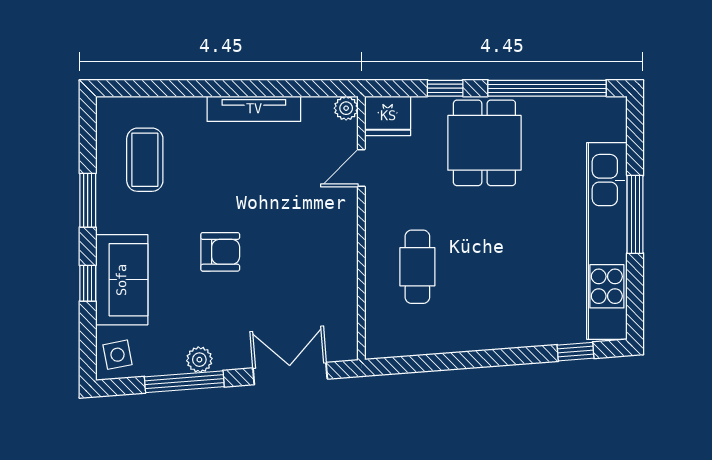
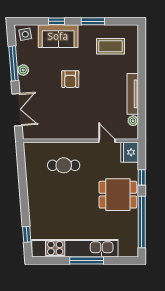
plant: (346, 108) -> (133, 121), moved

